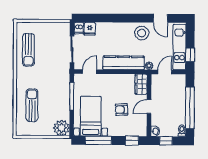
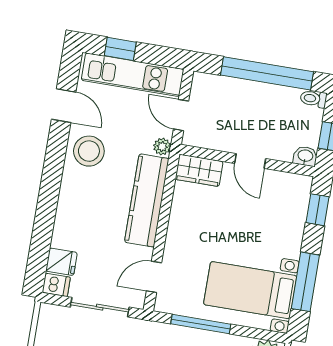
door: (160, 18) -> (64, 106), hinge flipped
window: (190, 55) -> (120, 49), moved
door: (90, 72) -> (154, 277), hinge flipped
armchair: (121, 110) -> (247, 221), removed

